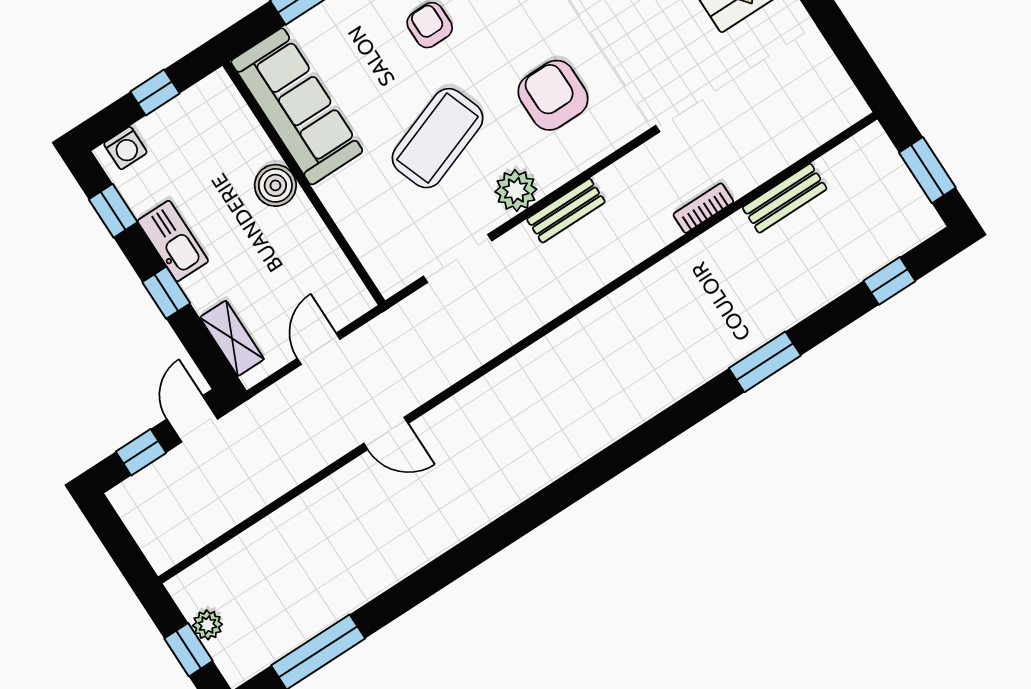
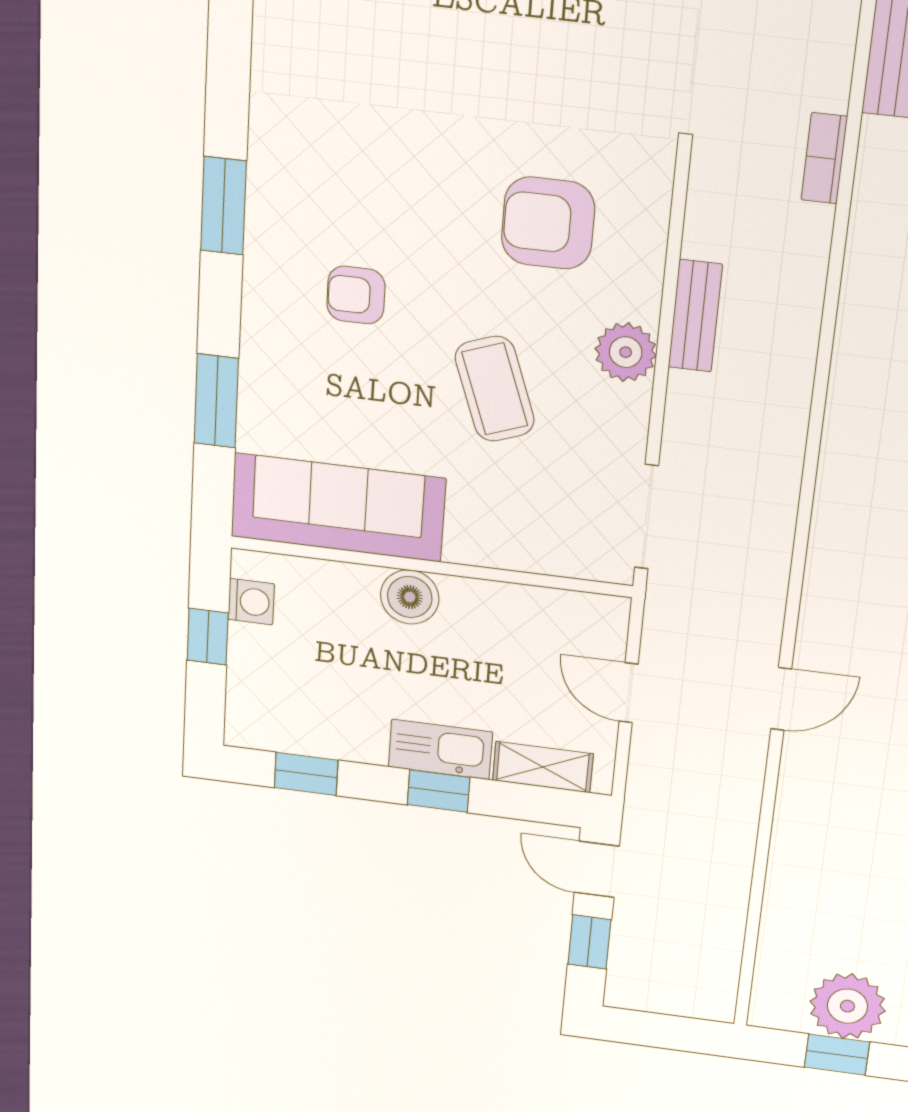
coffee table: (438, 138) -> (495, 389), width x0.73, depth x0.76
washing machine: (125, 148) -> (251, 602), moved
kitchen sink: (173, 241) -> (440, 749), moved
doorway: (458, 259) -> (647, 517), moved
plant: (207, 625) -> (847, 1006), width x1.88, depth x1.88

